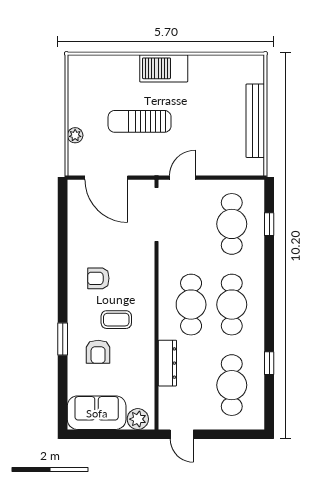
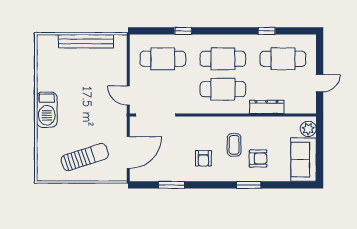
sun lounger: (140, 121) -> (85, 157), moved, turned -108
plant: (75, 135) -> (97, 176), removed
window: (269, 224) -> (183, 31), moved
window: (63, 236) -> (172, 185), added
door: (182, 434) -> (320, 83), moved

